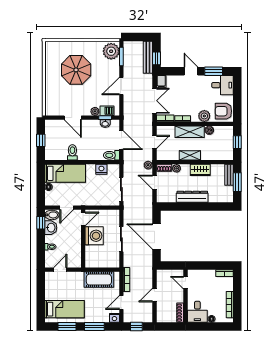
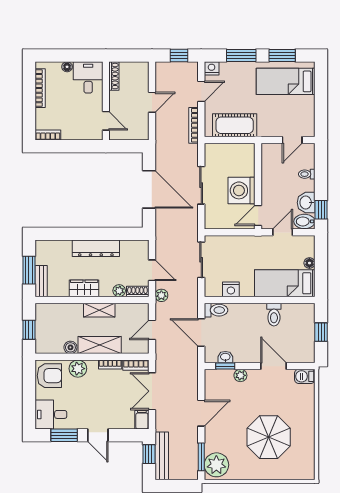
barbecue: (107, 111) -> (305, 376), moved

